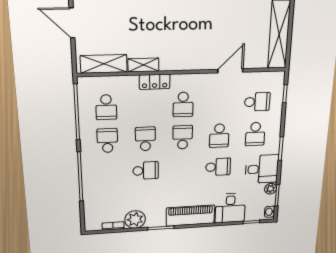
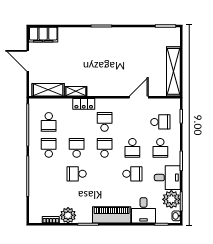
school desk: (183, 104) -> (105, 122), turned 180
school desk: (146, 171) -> (77, 174), turned 180
plant: (271, 189) -> (171, 199), width x1.87, depth x1.87

